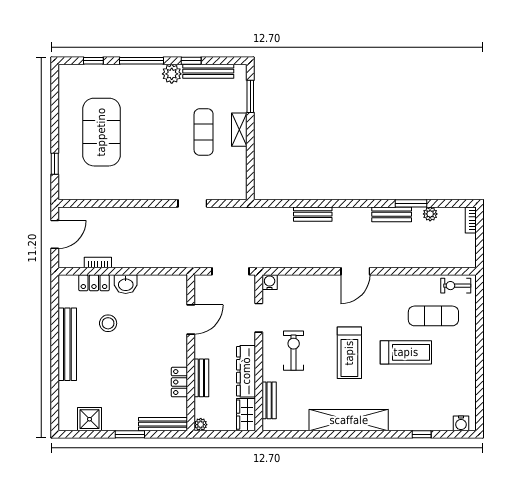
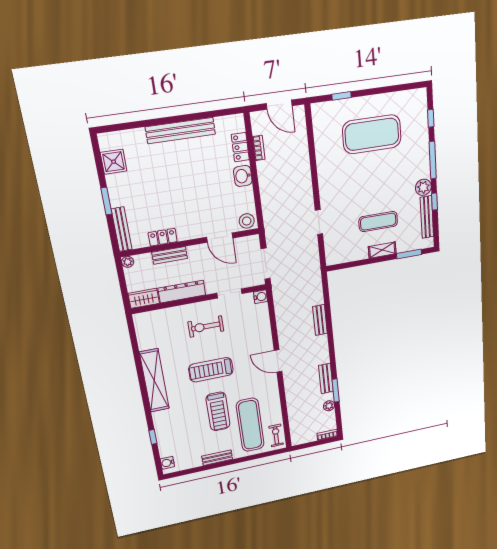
exercise mat: (433, 316) -> (250, 425), width x1.36, depth x1.45
stool: (108, 323) -> (247, 221), moved
exercise bike: (294, 351) -> (206, 326), turned 180
bench: (269, 400) -> (217, 458), moved

